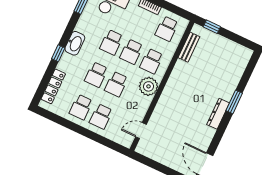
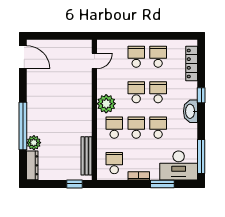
bench: (189, 47) -> (87, 156), width x1.36
plant: (231, 82) -> (34, 143), added
window: (234, 102) -> (23, 126), width x2.11
dresser: (218, 114) -> (32, 165), moved

